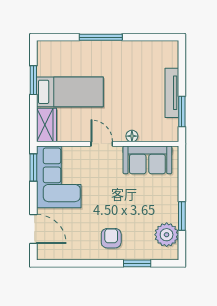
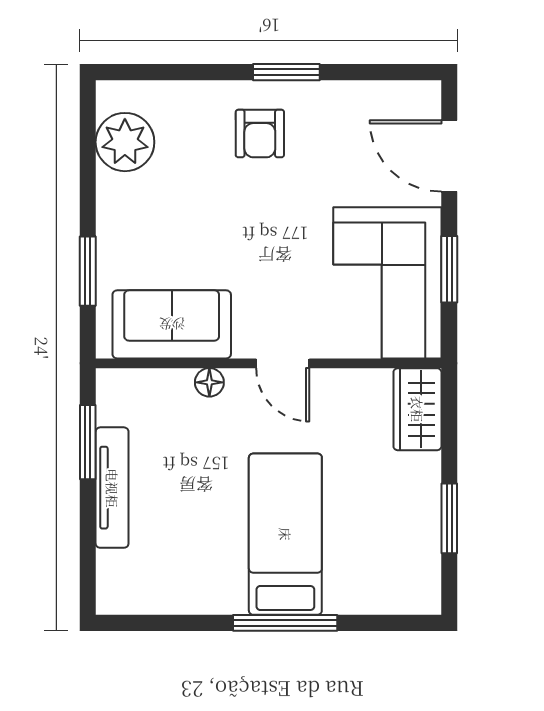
bed: (70, 92) -> (285, 534), moved, turned 90
window: (33, 167) -> (449, 269), moved
window: (182, 216) -> (88, 271), moved
window: (137, 263) -> (286, 72), moved

